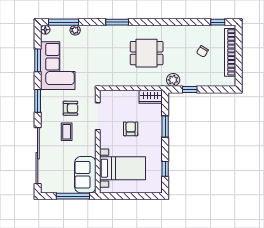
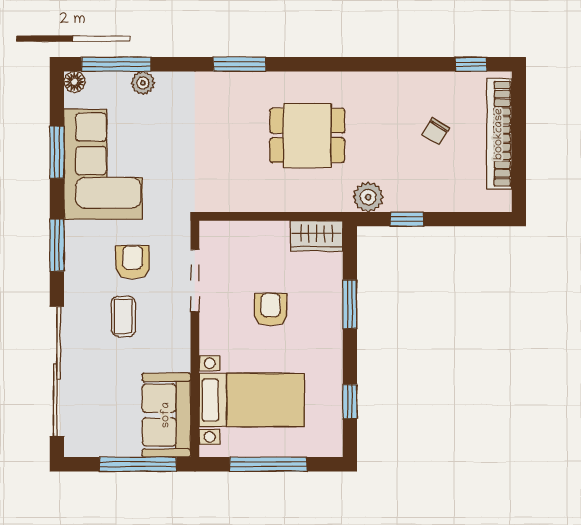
armchair: (71, 108) -> (132, 262), turned -90
window: (130, 196) -> (268, 464), added

